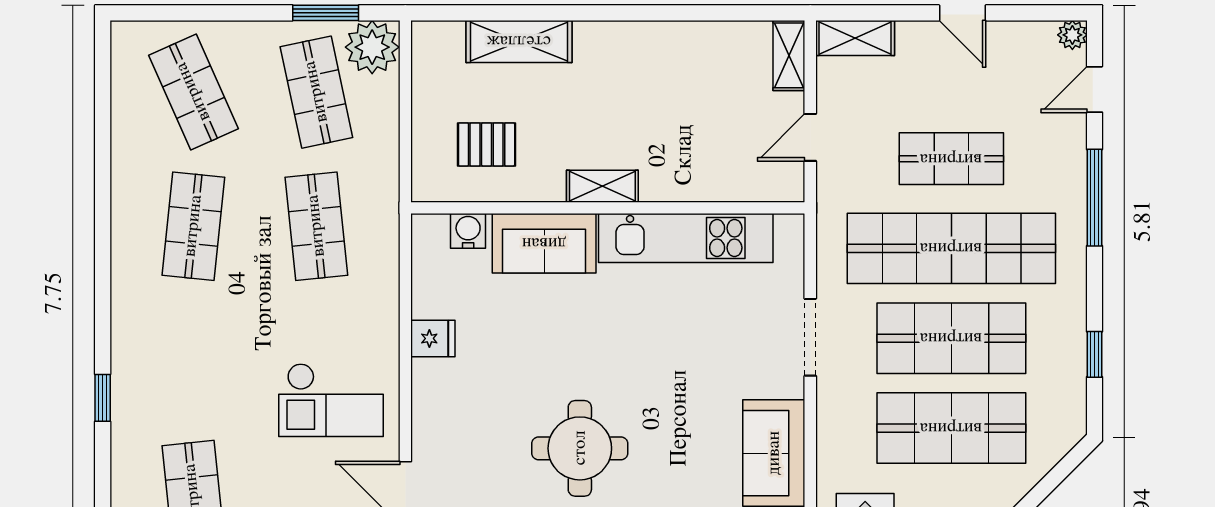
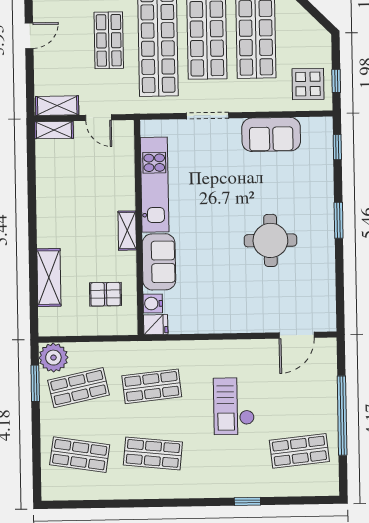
shelving: (855, 38) -> (57, 106), moved, turned 90
shop shelf: (193, 92) -> (80, 455), turned 33
pallet: (487, 144) -> (105, 294), turned 90
fridge: (433, 338) -> (156, 325), moved, turned 90
checkout: (331, 400) -> (234, 406), moved, turned 180

